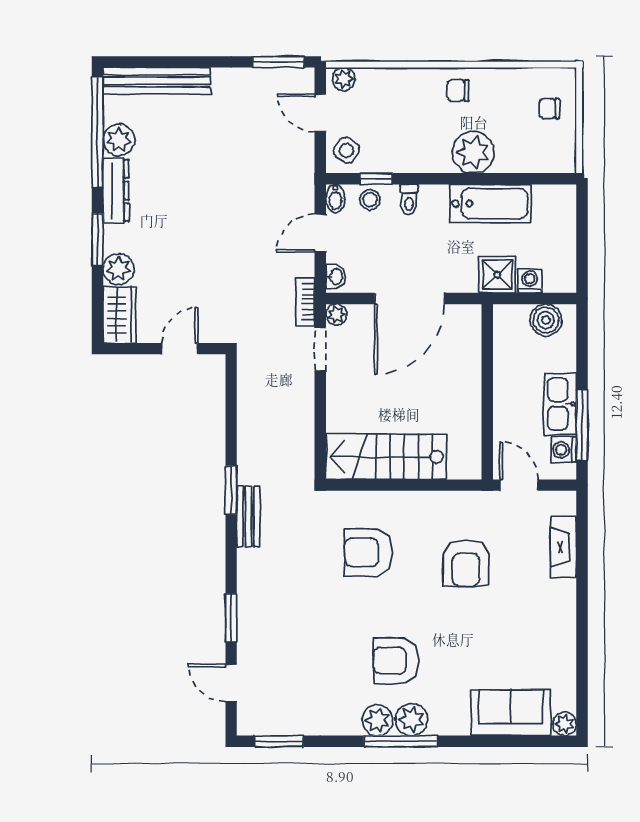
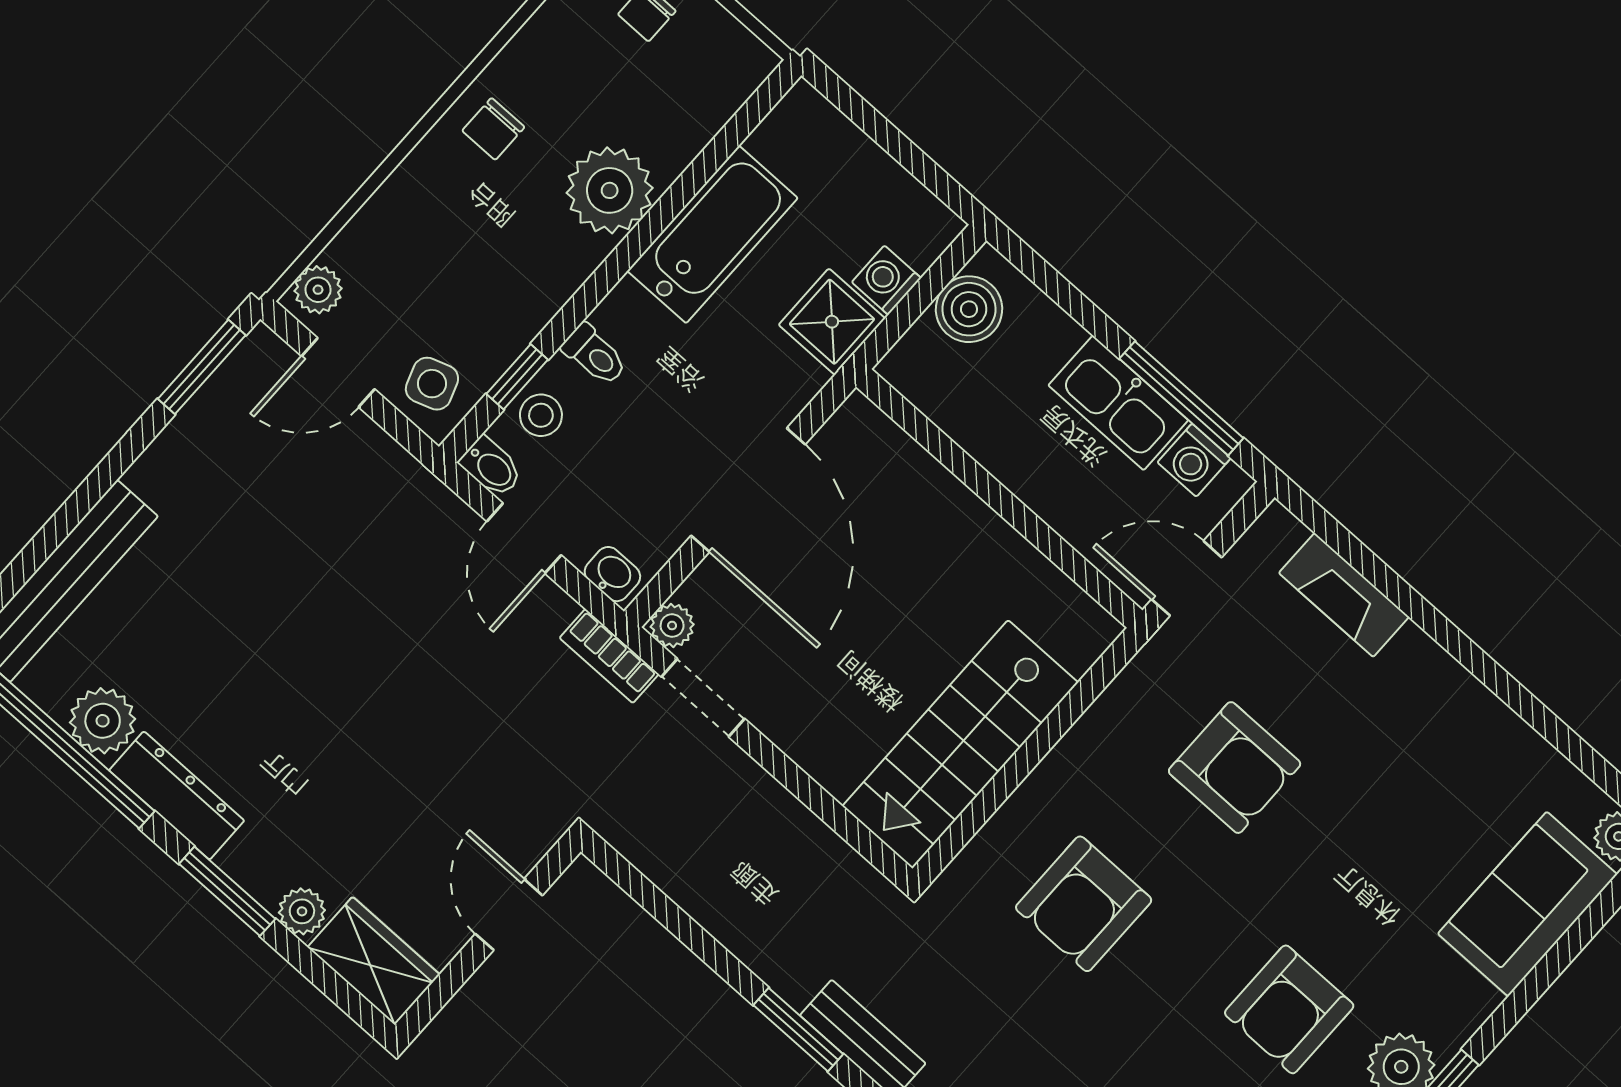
side table: (346, 150) -> (432, 384), turned 37
plant: (119, 269) -> (302, 911), width x0.73, depth x0.73

